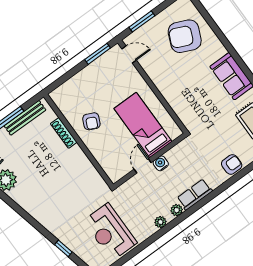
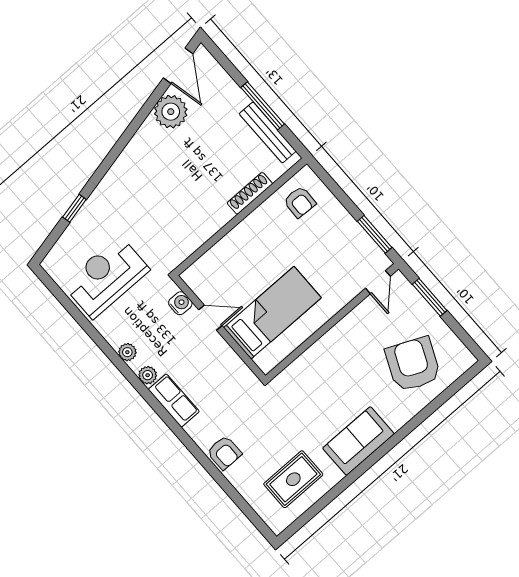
armchair: (91, 121) -> (300, 202), moved, turned -113
water cooler: (161, 163) -> (180, 303), moved

